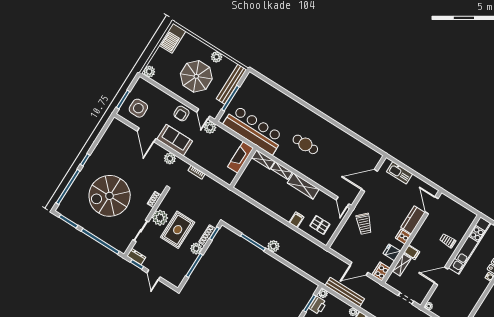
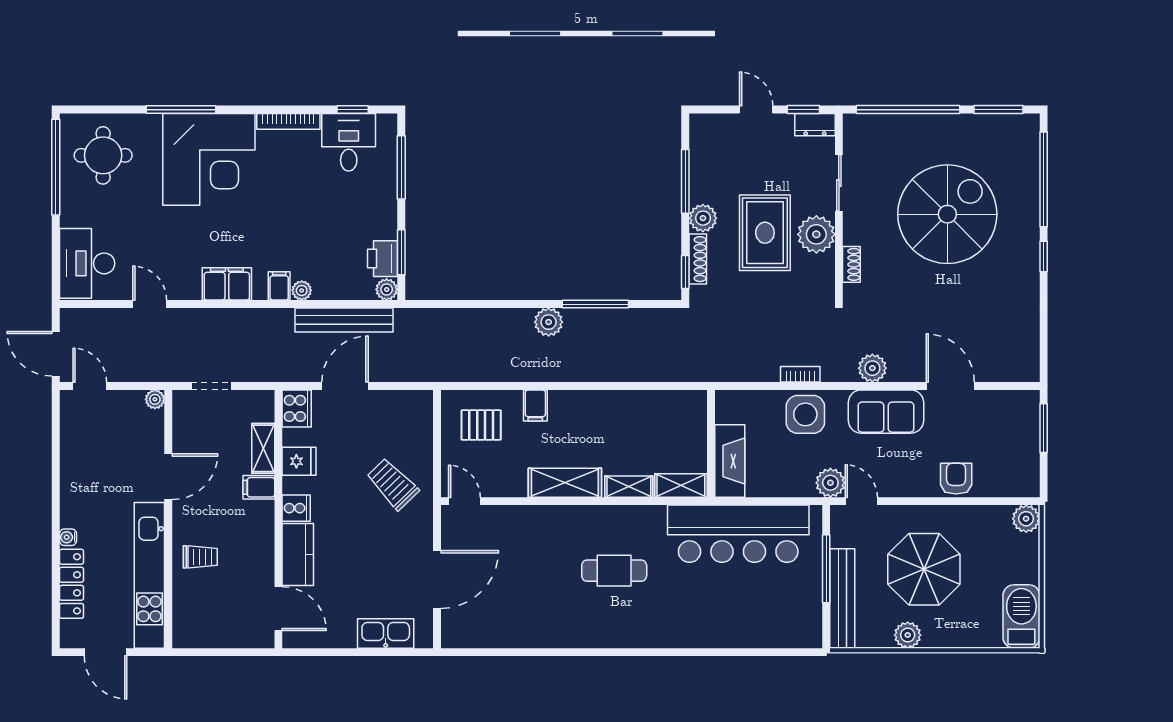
side table: (138, 108) -> (805, 414), moved
armchair: (181, 113) -> (956, 479), moved

